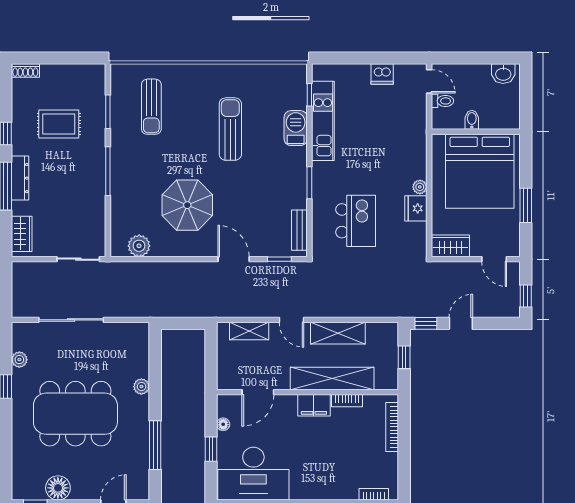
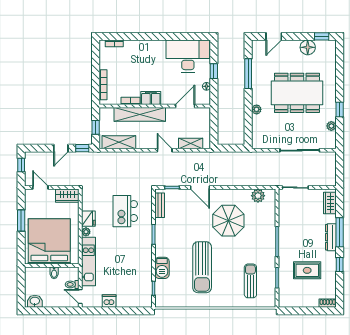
kitchen unit: (323, 121) -> (88, 261), moved, turned 180
sun lounger: (230, 129) -> (202, 267), width x1.36, depth x1.34
shelving: (338, 333) -> (119, 142), moved

